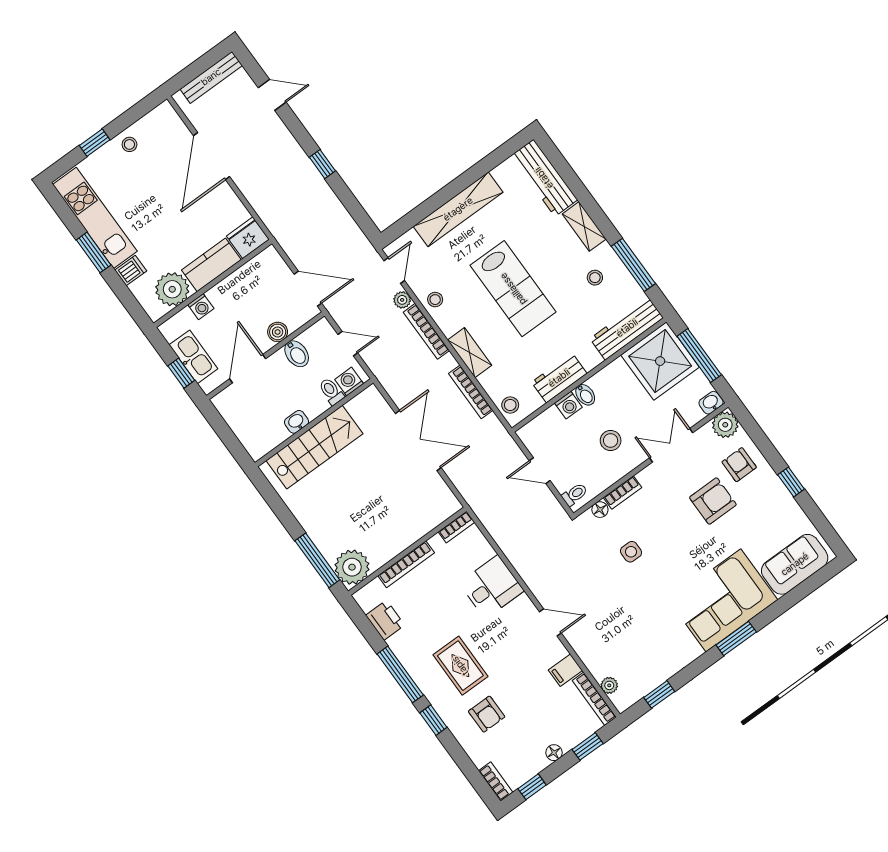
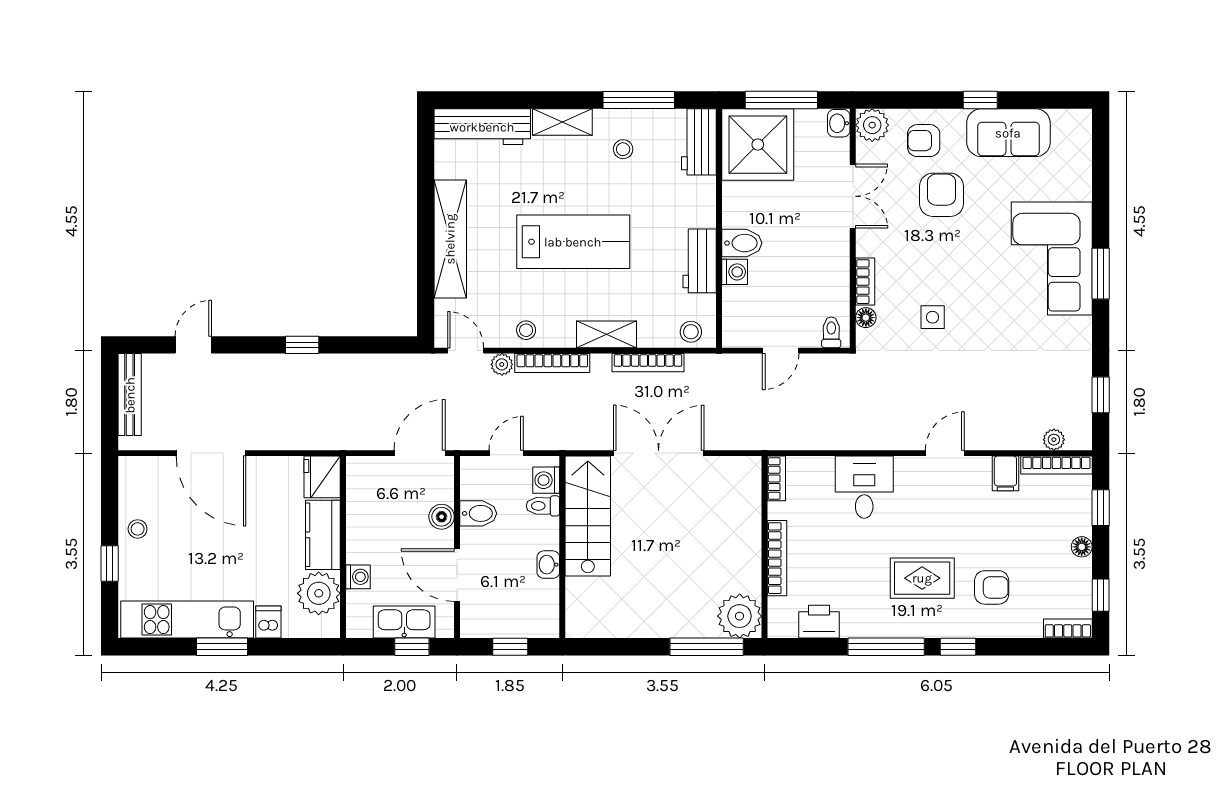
workbench: (627, 328) -> (699, 142), width x0.73
bidet: (585, 395) -> (742, 243), width x1.38, depth x1.36
window: (227, 436) -> (510, 647), added
stool: (611, 441) -> (803, 255), removed
double door: (671, 445) -> (853, 196), swing flipped
stairs: (315, 447) -> (588, 516), moved
sofa: (795, 564) -> (1008, 133), moved, turned -90

